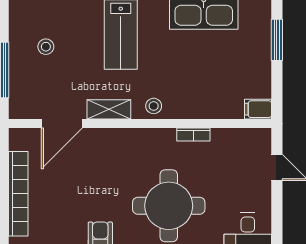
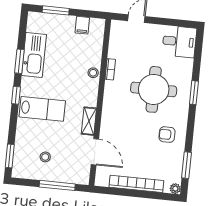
stool: (154, 106) -> (93, 73), moved
filing cabinet: (258, 109) -> (82, 25), moved

